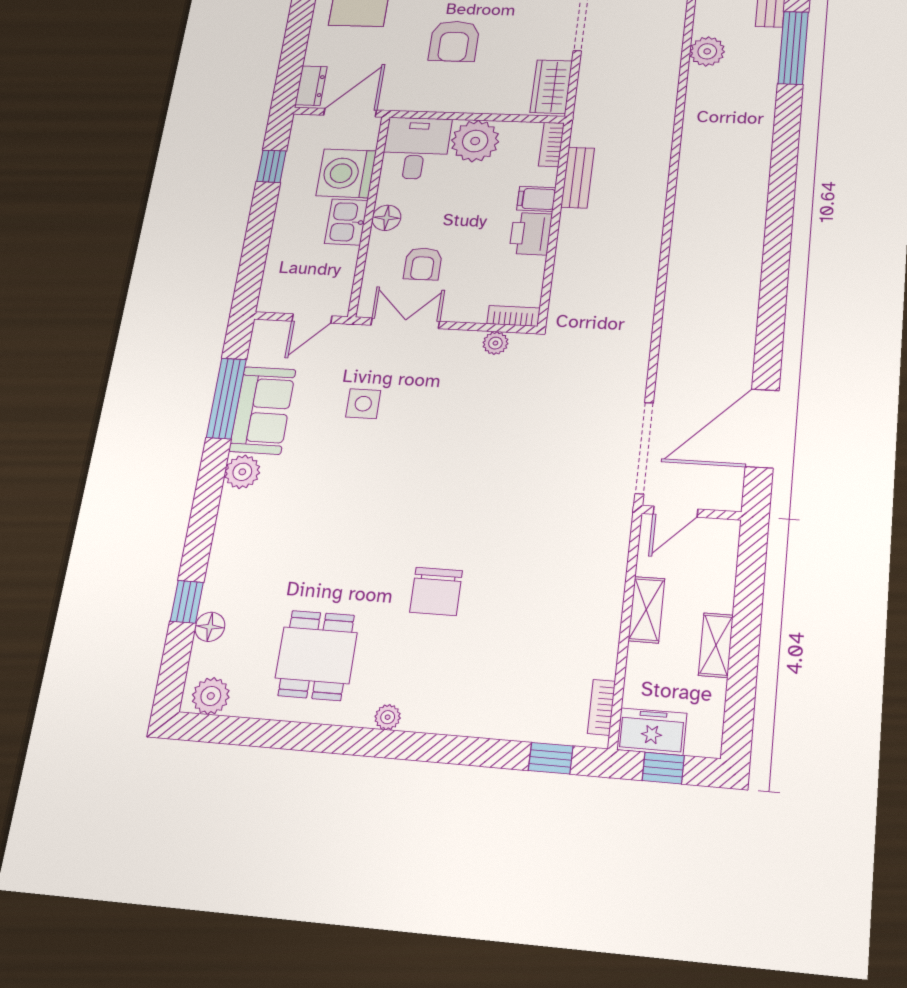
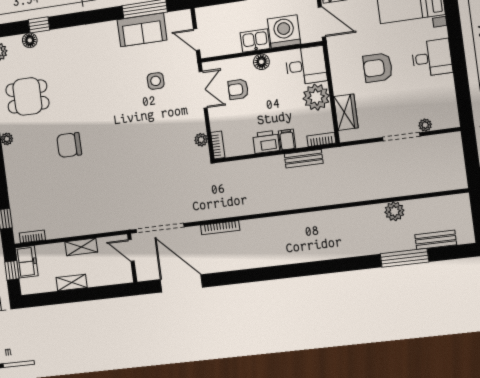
wardrobe: (551, 87) -> (346, 112), moved, turned 90
bookcase: (669, 339) -> (220, 228), added
plant: (242, 472) -> (108, 30), removed

